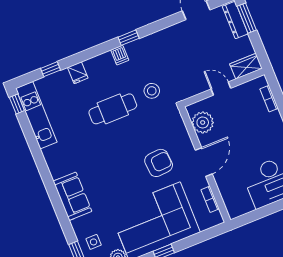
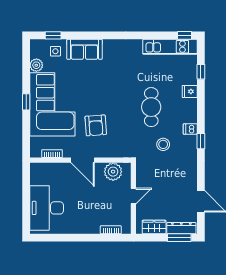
wardrobe: (246, 66) -> (154, 227), moved, turned -90
stool: (152, 91) -> (163, 144), moved
sofa: (72, 196) -> (84, 49), moved

